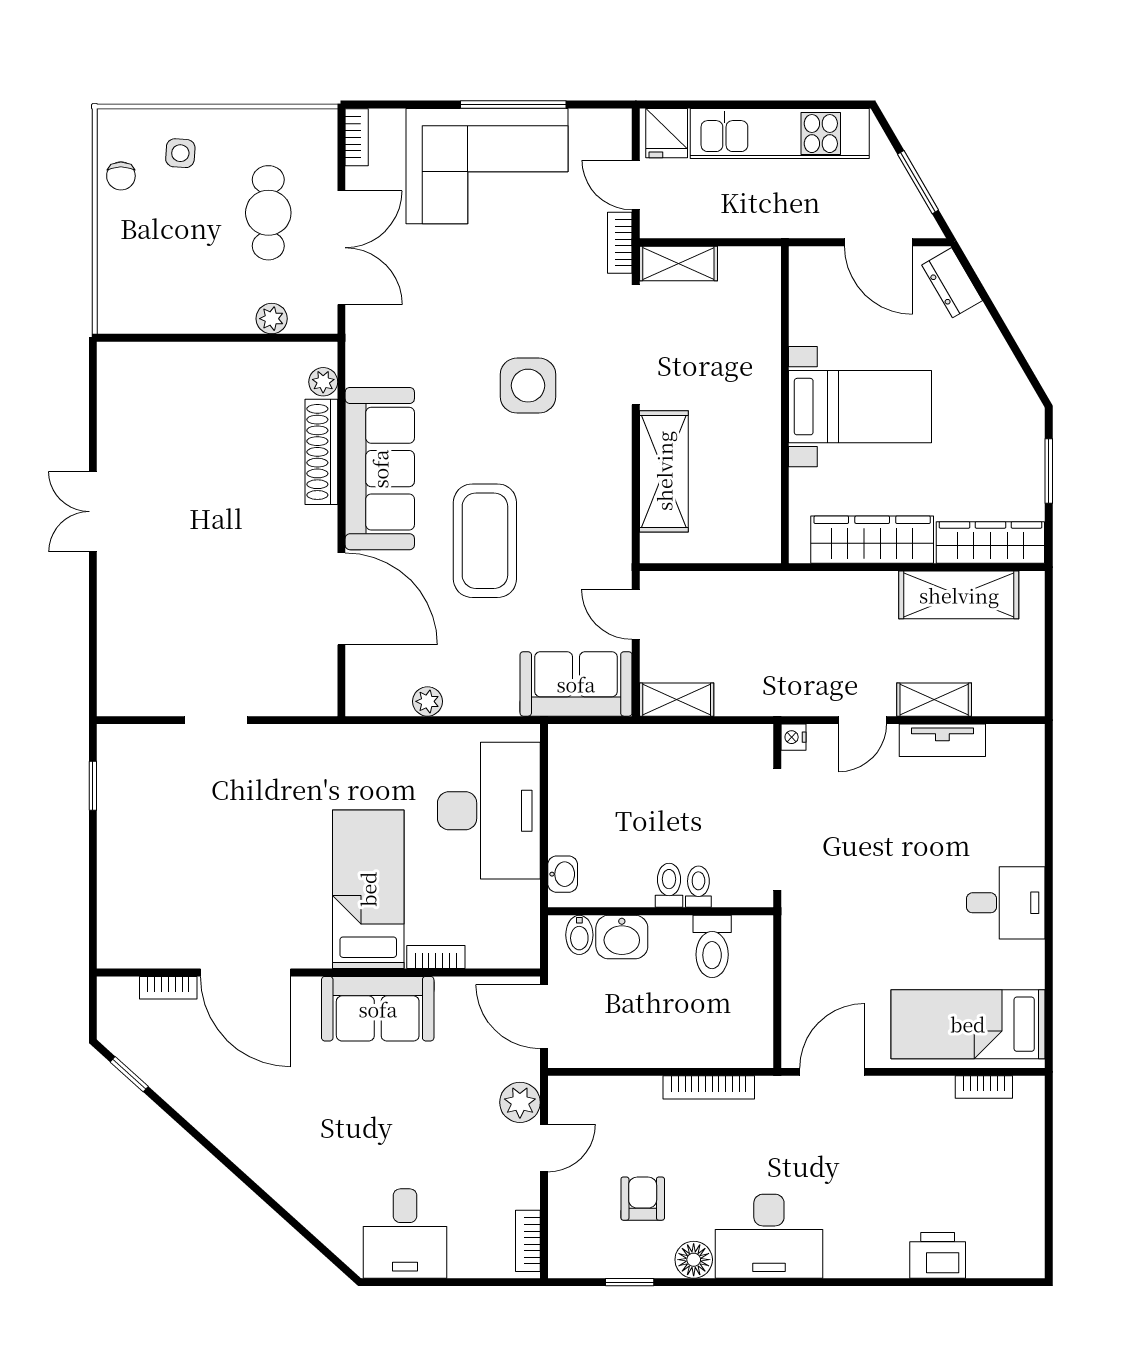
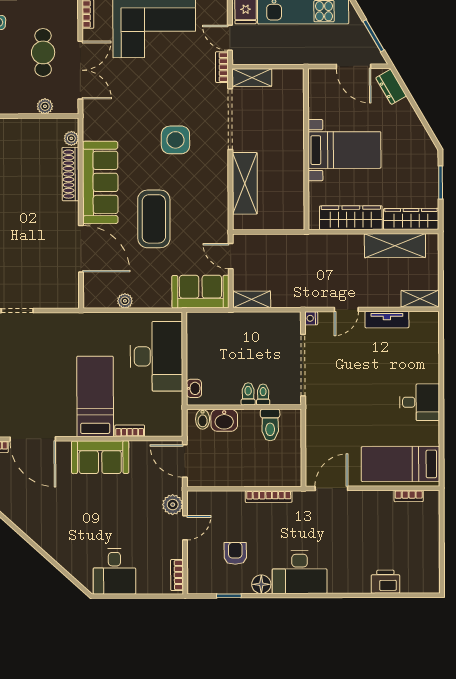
shelving: (934, 700) -> (420, 299), moved

